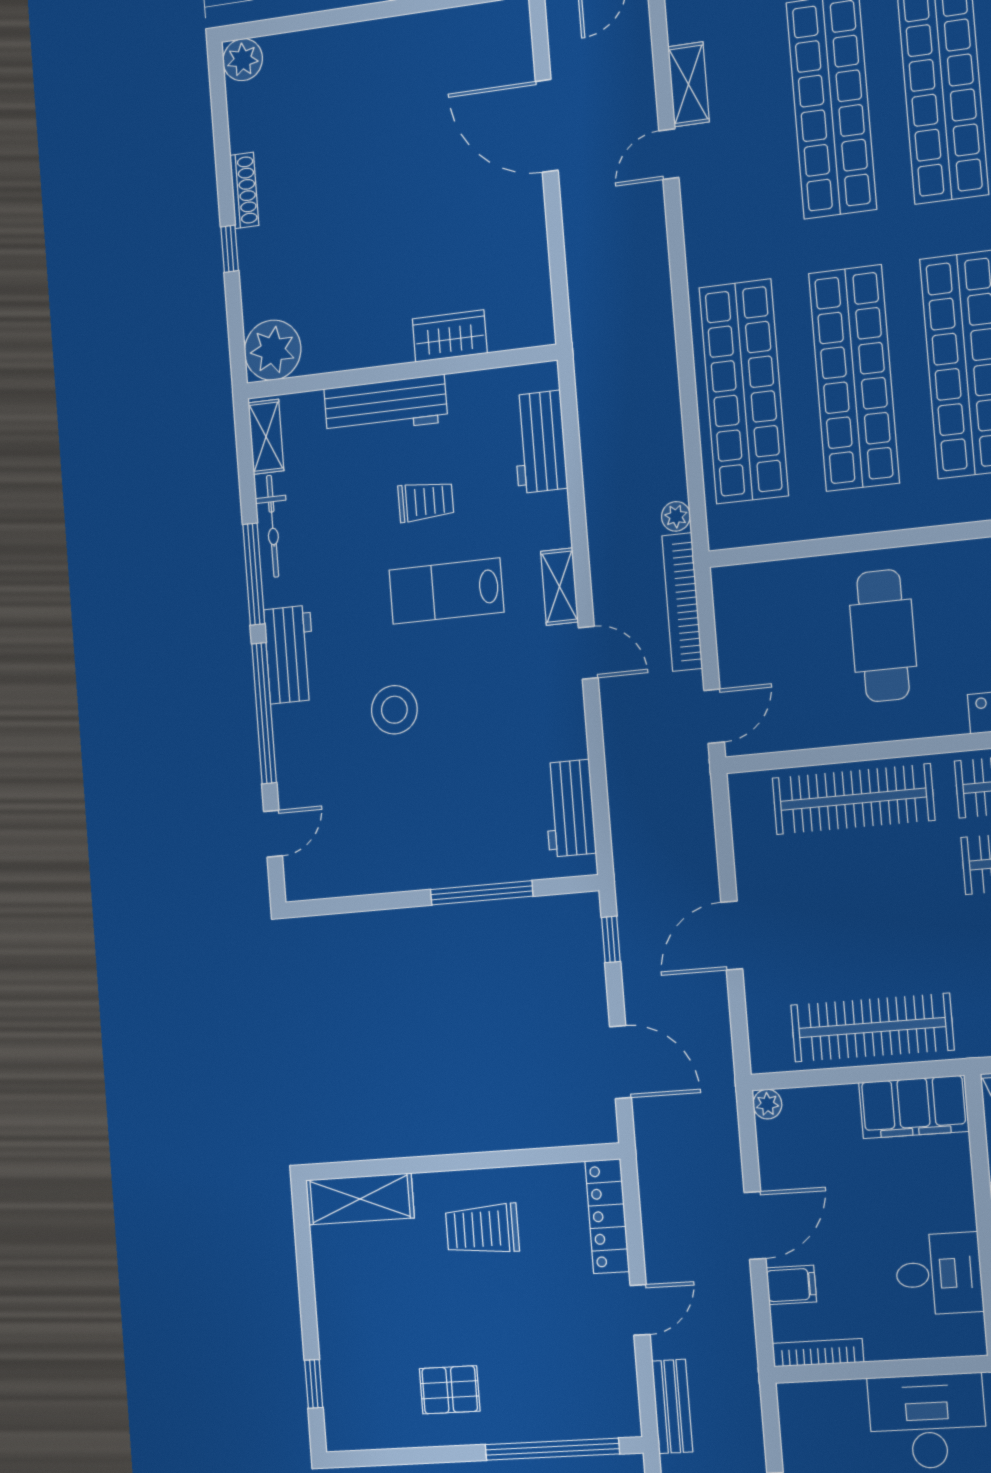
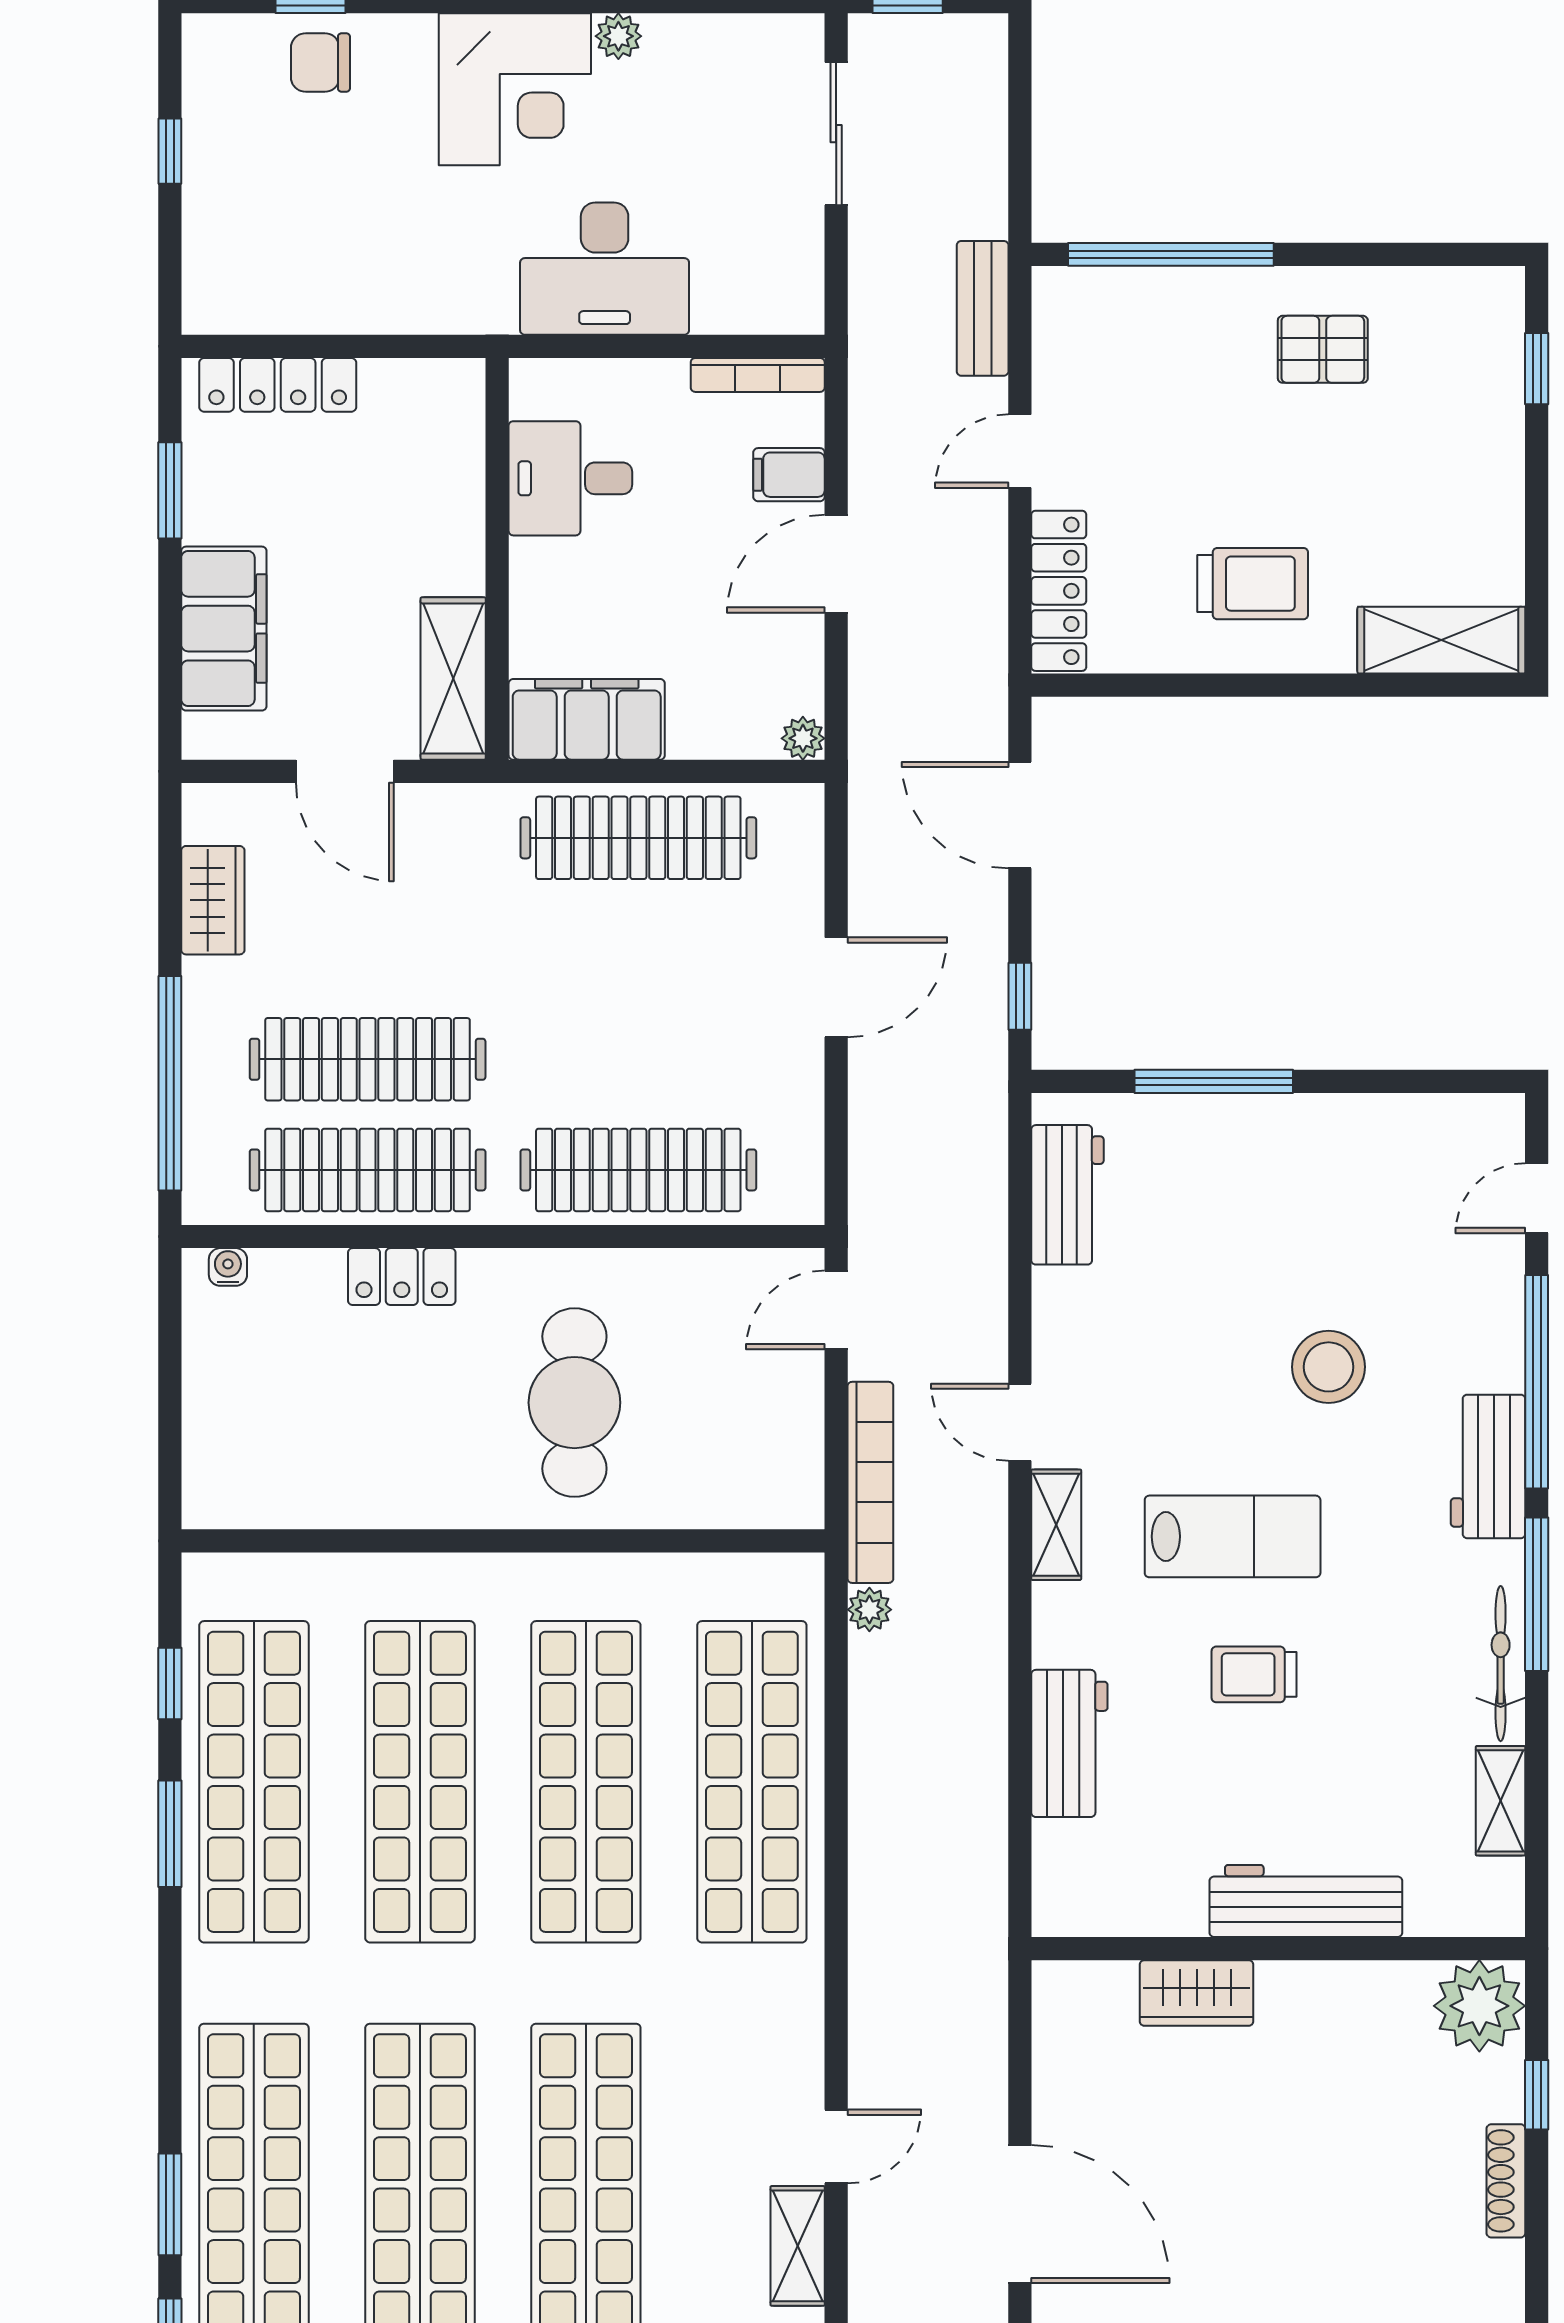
wardrobe: (450, 336) -> (1197, 1993), moved
plant: (273, 350) -> (1479, 2006), moved
wall: (400, 372) -> (1278, 1949), moved
workbench: (386, 405) -> (1306, 1901), moved

